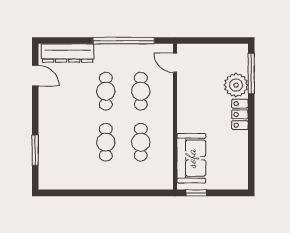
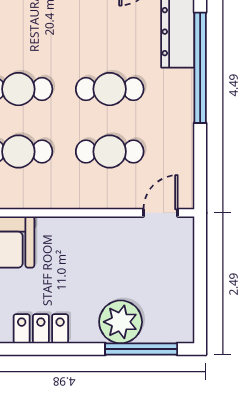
window: (124, 41) -> (200, 68), moved
locker: (240, 114) -> (41, 329), moved

